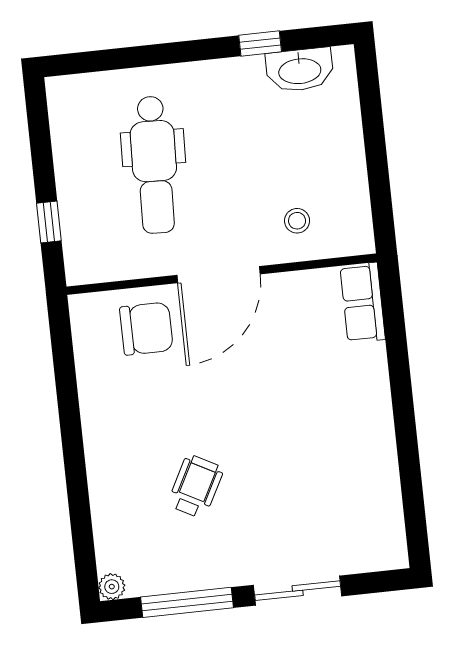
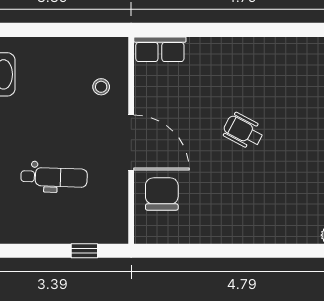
dental chair: (154, 165) -> (54, 177), width x0.73, depth x0.72
wheelchair: (196, 486) -> (243, 131), moved

